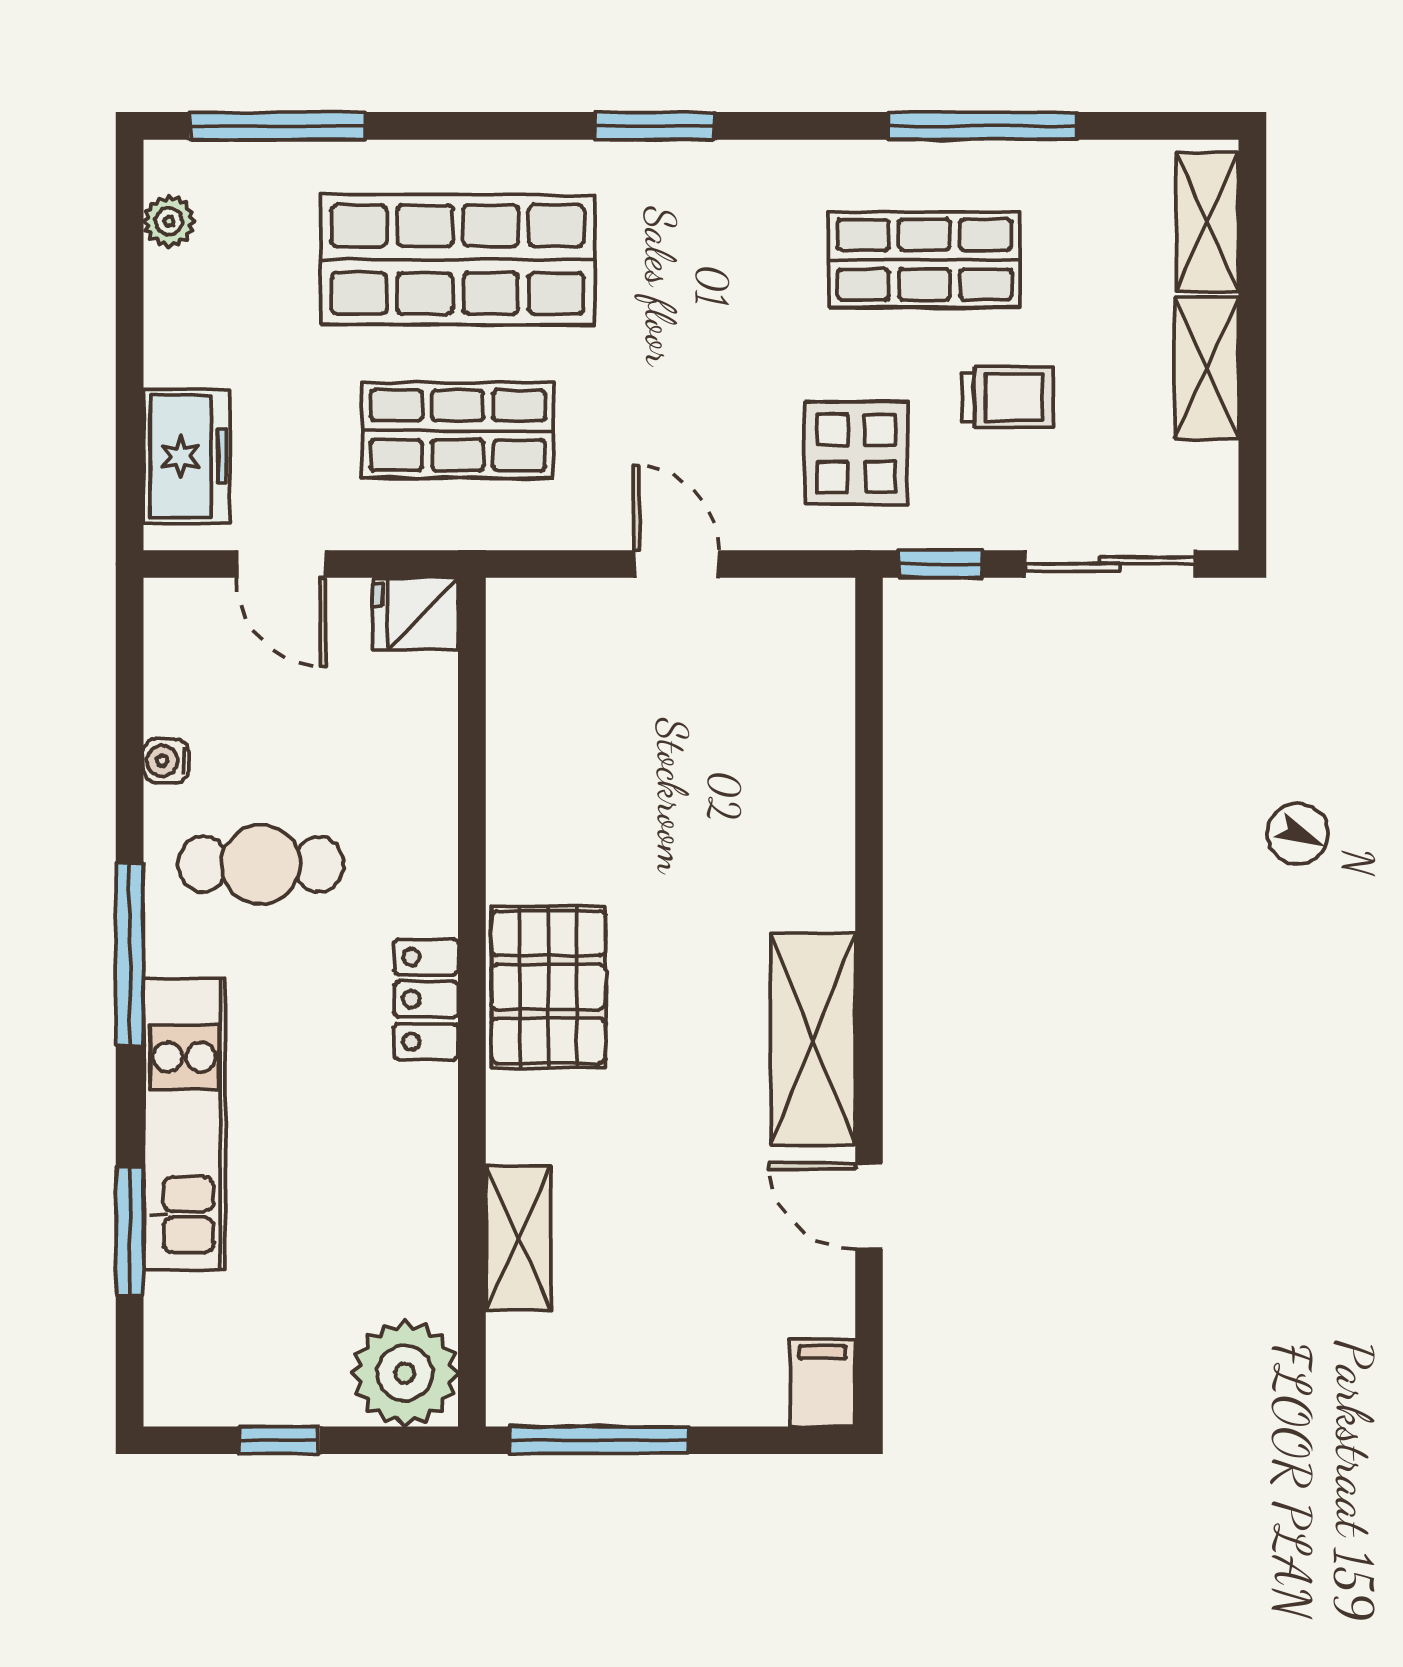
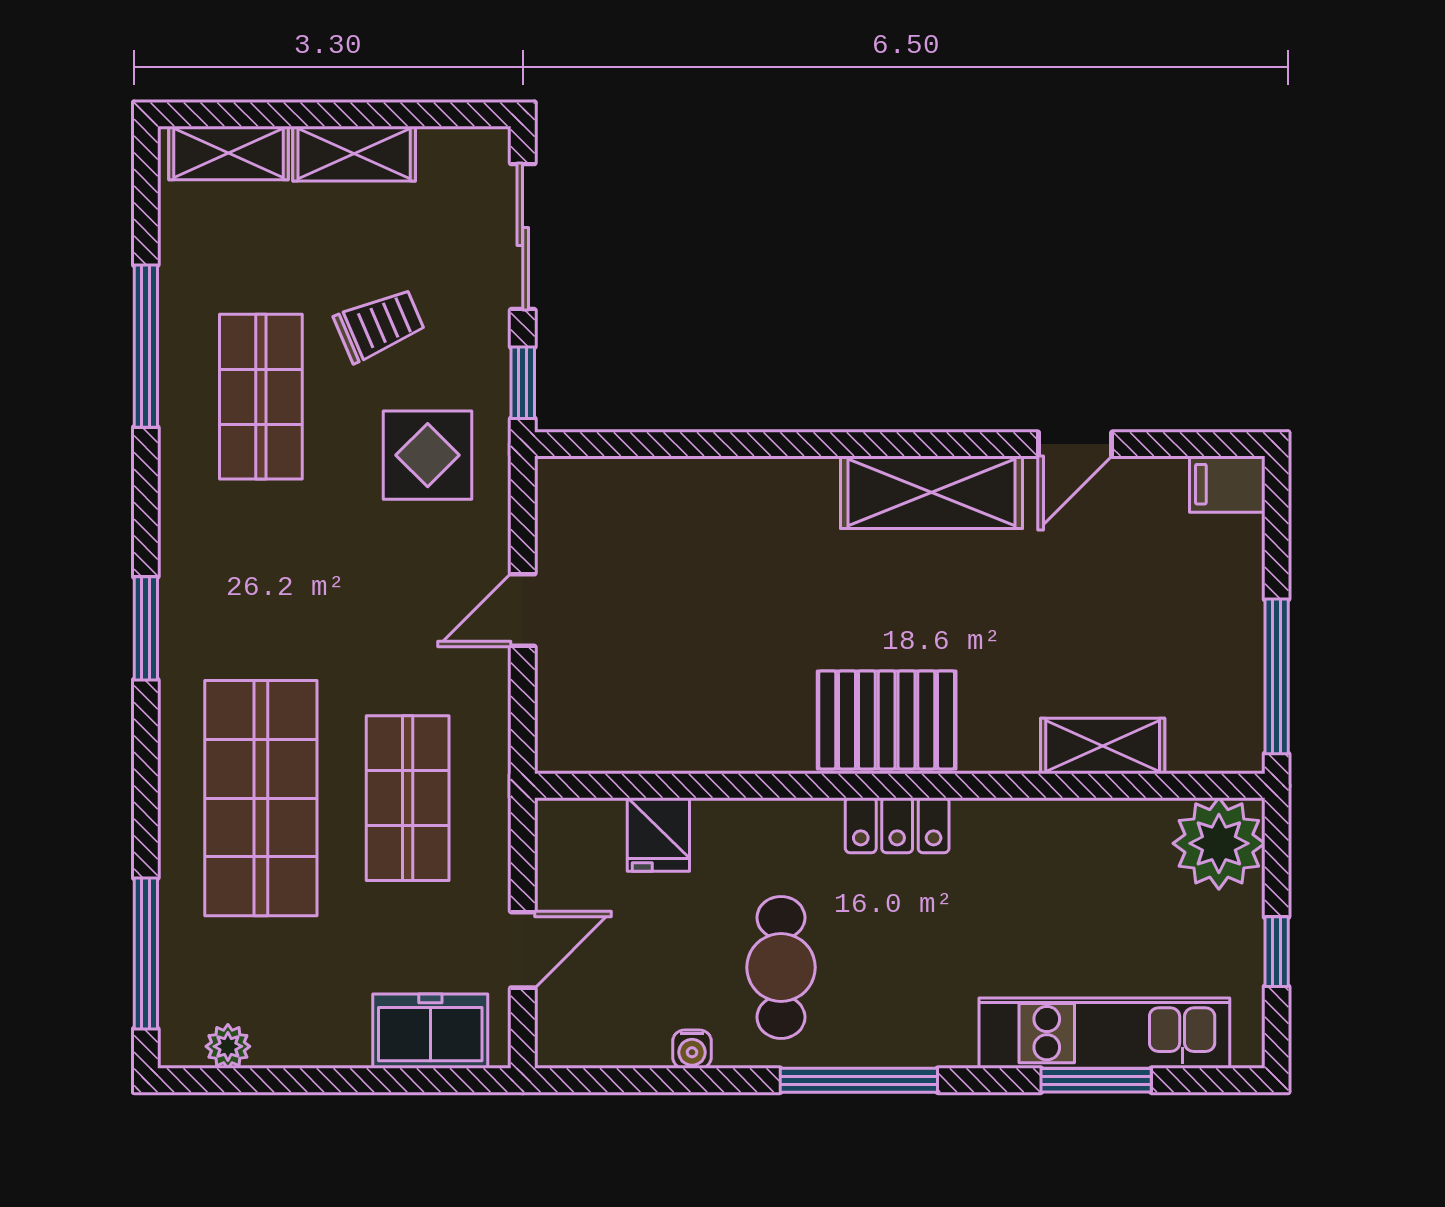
trolley: (1008, 397) -> (379, 325), turned 67
fridge: (415, 614) -> (658, 835), moved
kitchen unit: (184, 1124) -> (1104, 1033), moved

